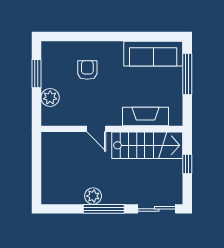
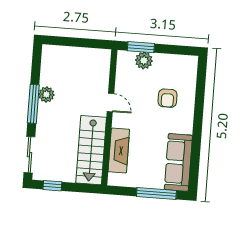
armchair: (87, 70) -> (167, 98), turned 90
window: (36, 74) -> (141, 47), moved
door: (96, 129) -> (110, 103), swing flipped
window: (187, 164) -> (52, 186), moved

